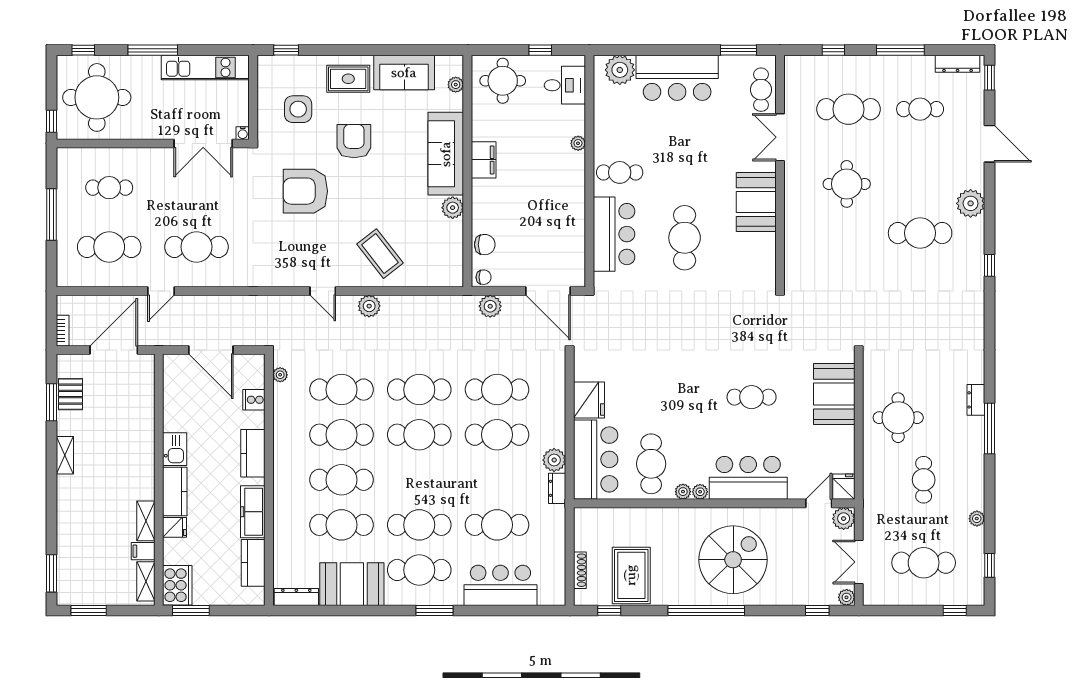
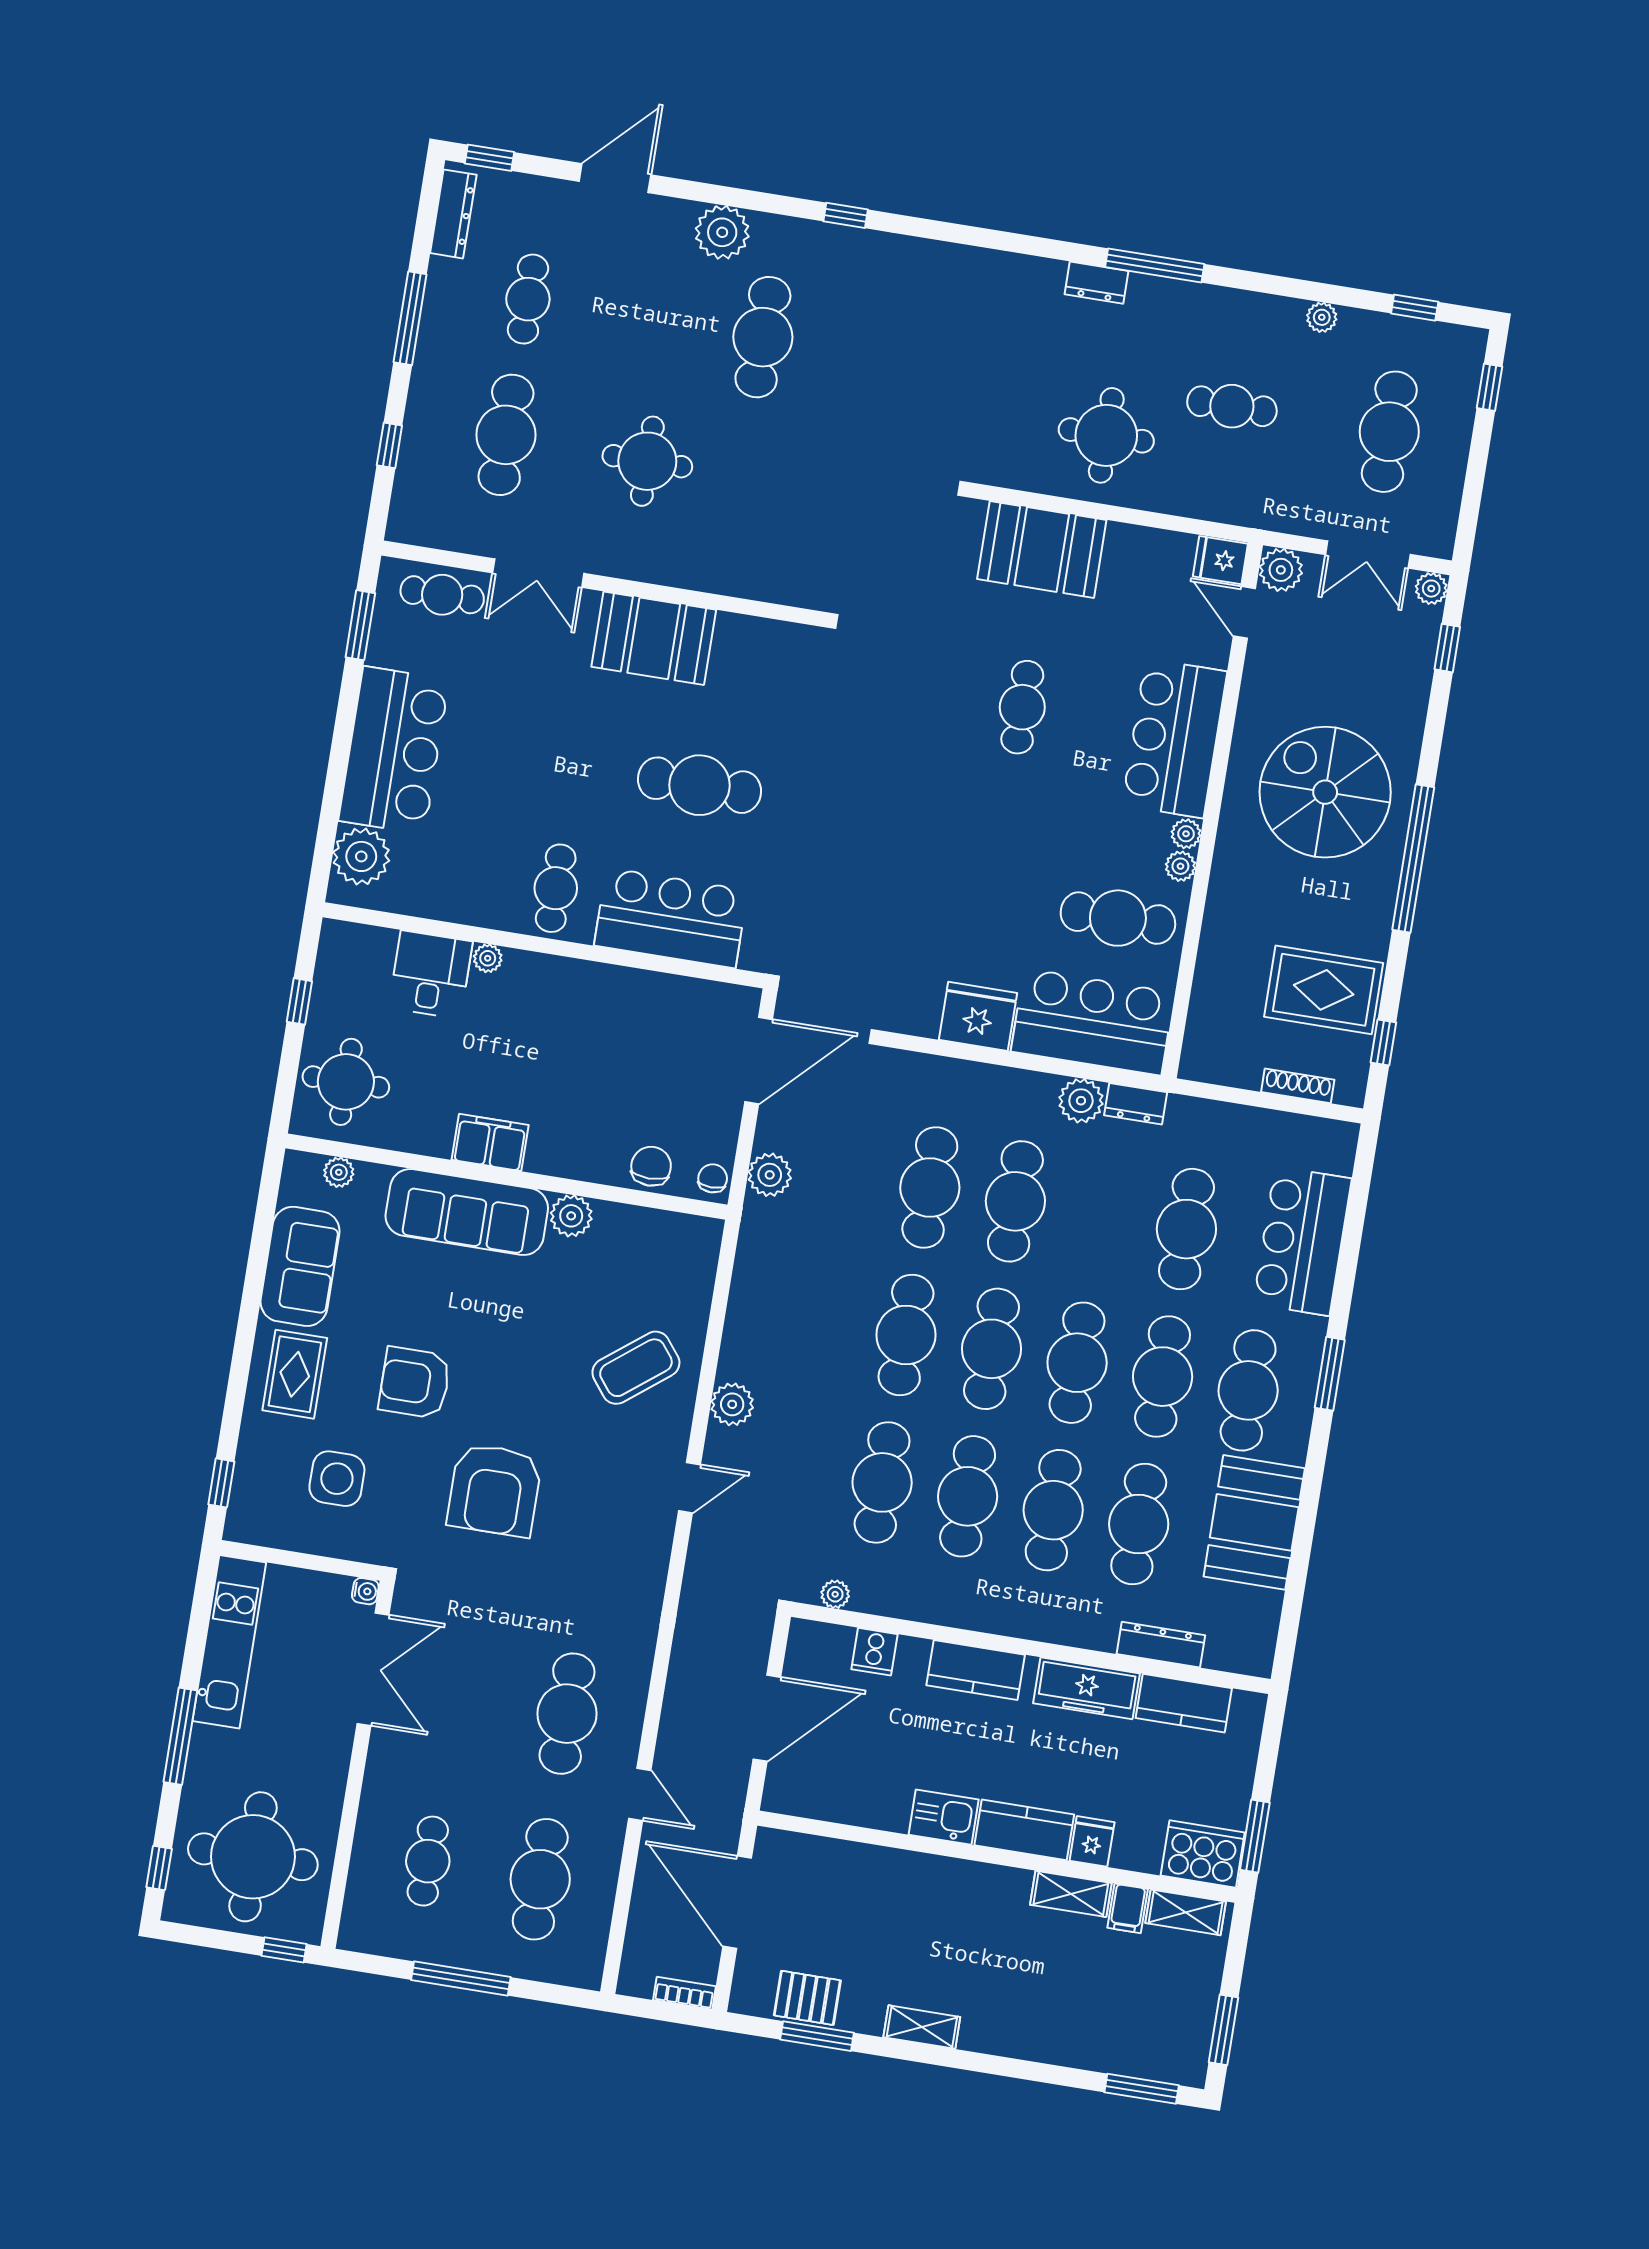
desk: (565, 85) -> (431, 975), moved
cafe table: (419, 480) -> (1077, 1363), added
dresser: (296, 597) -> (1161, 1645), moved, turned 90

